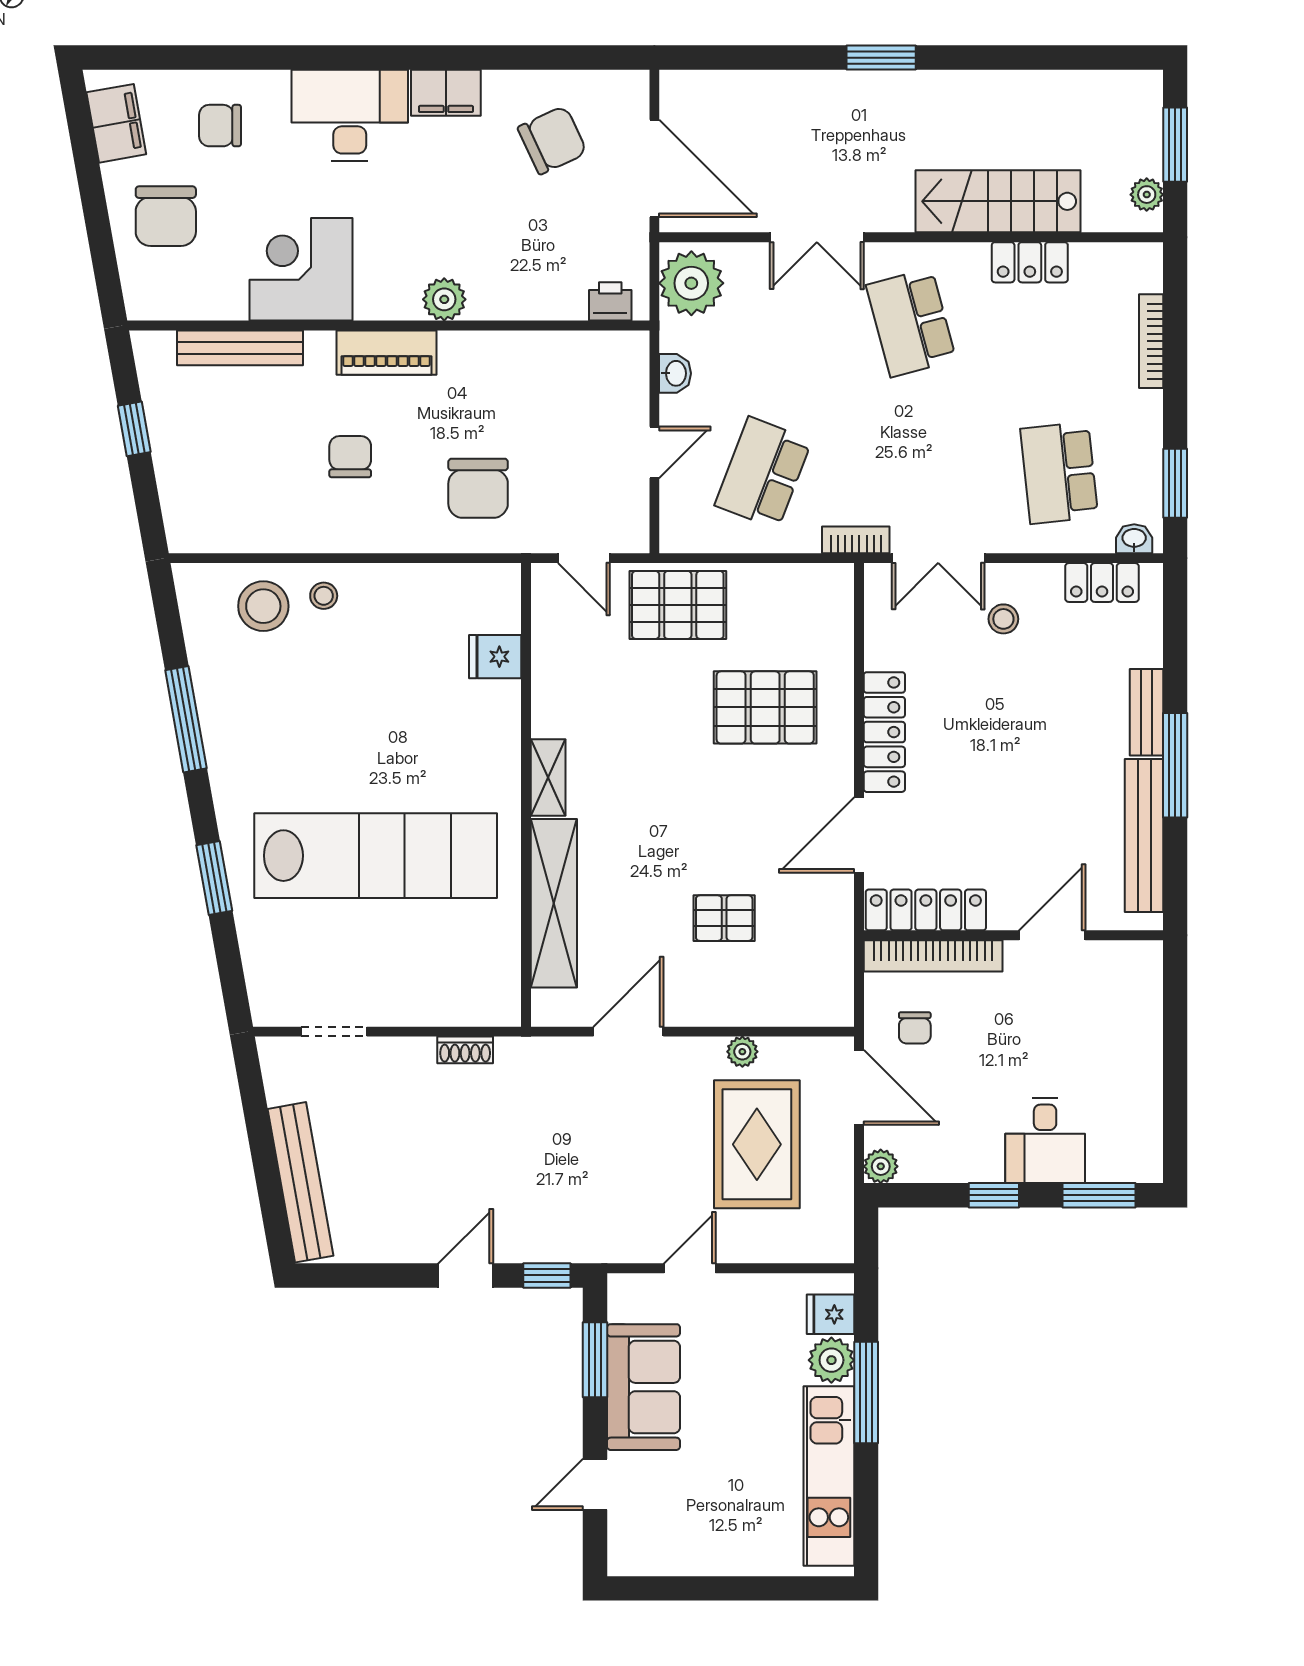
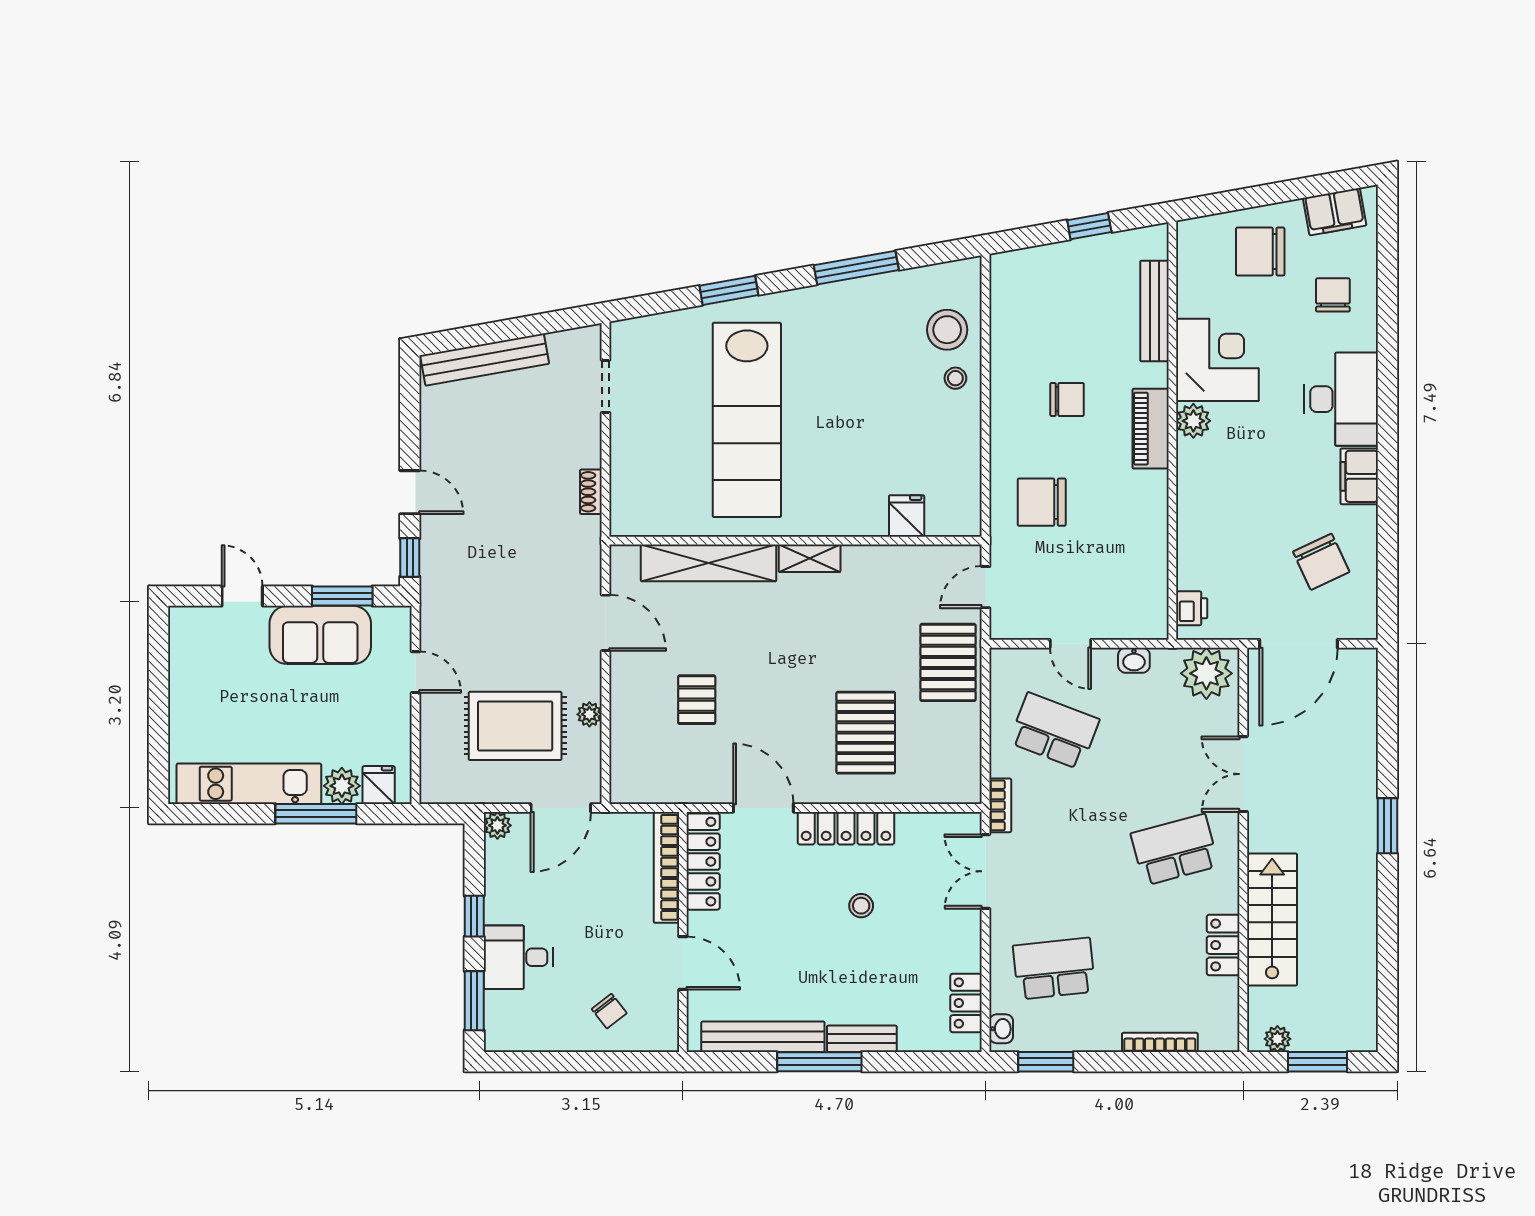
plant: (444, 299) -> (1193, 421), moved
stool: (1003, 619) -> (861, 906), moved
chair: (915, 1028) -> (609, 1011), moved, turned -128

